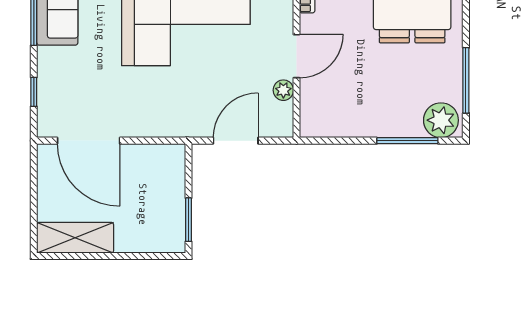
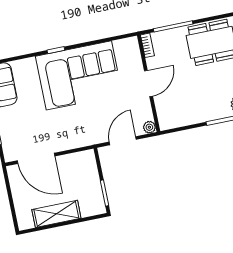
plant: (283, 90) -> (149, 127), moved
shelving: (75, 238) -> (56, 214), moved

